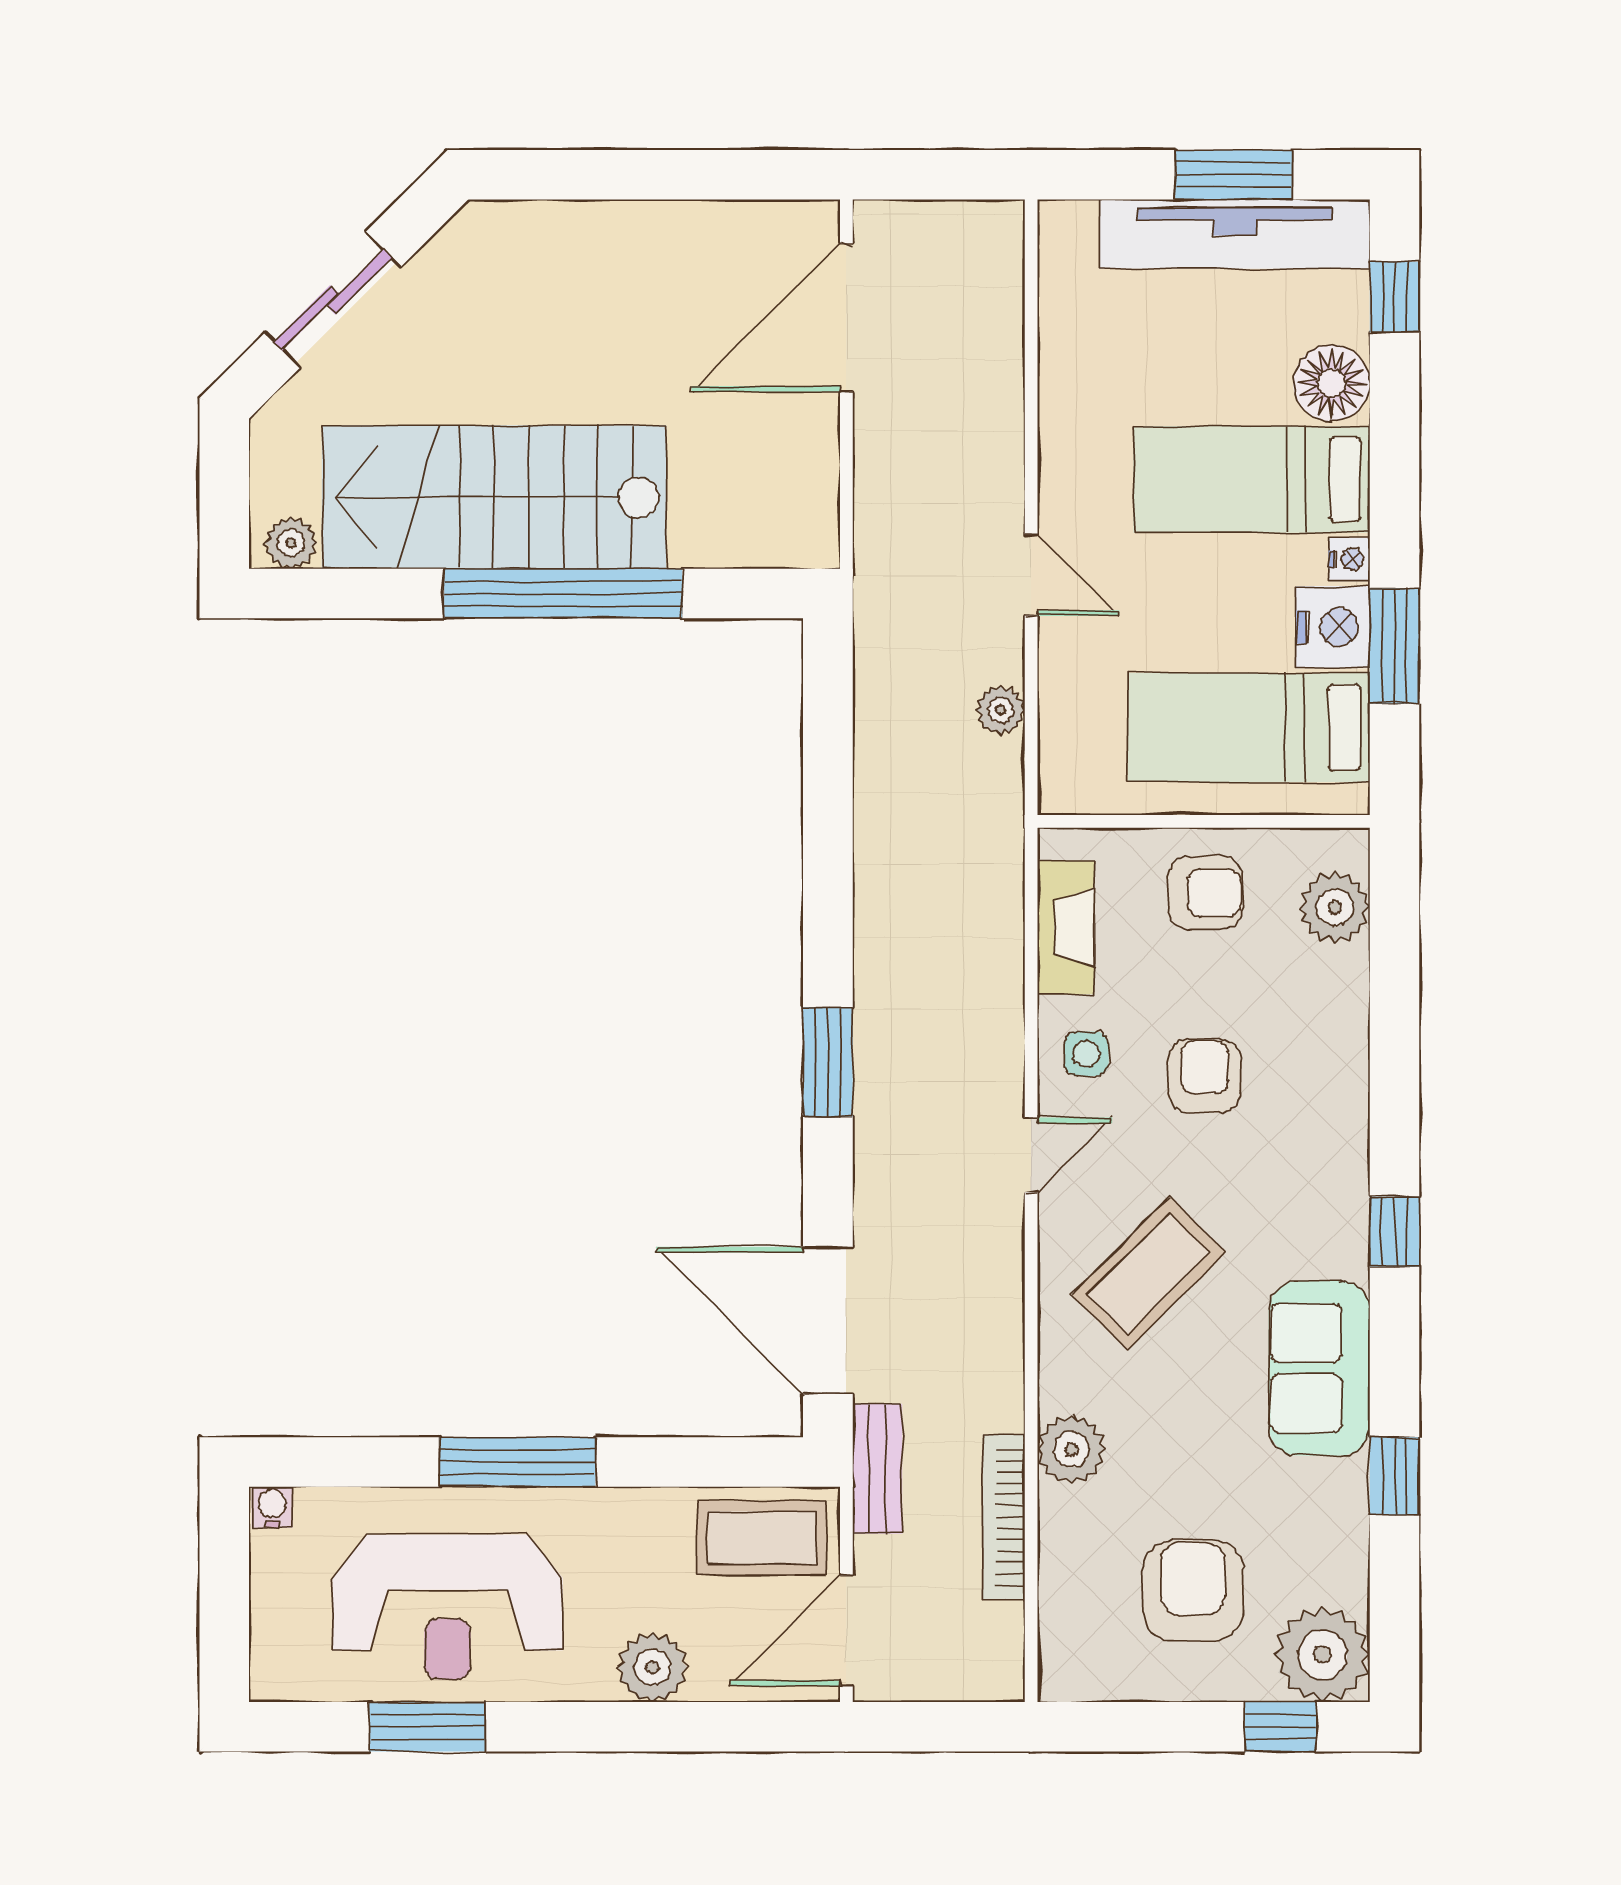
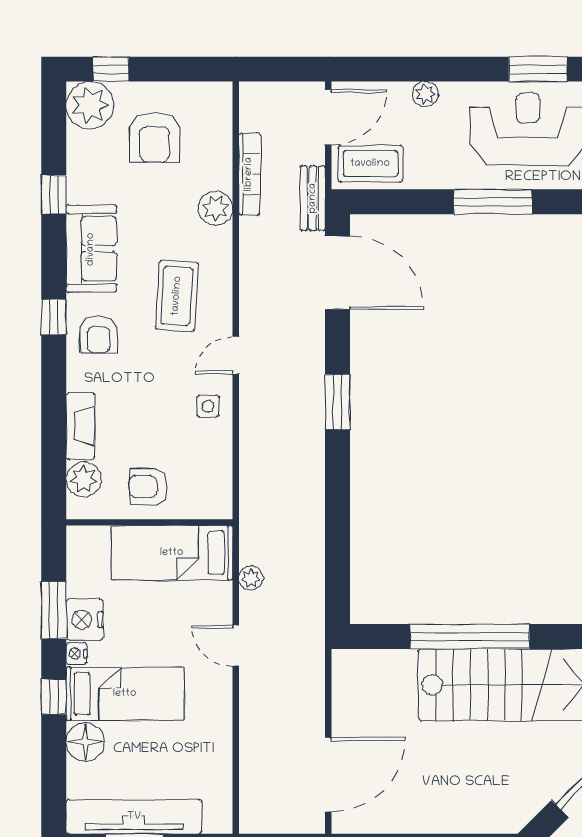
window: (1394, 297) -> (54, 697), moved
bed: (1249, 728) -> (172, 553), moved, turned 180
fireplace: (1066, 928) -> (80, 426), moved, turned 180
armchair: (1204, 1076) -> (98, 335), moved
coffee table: (1148, 1274) -> (177, 296), turned -41
plant: (653, 1667) -> (425, 94), width x0.73, depth x0.73

